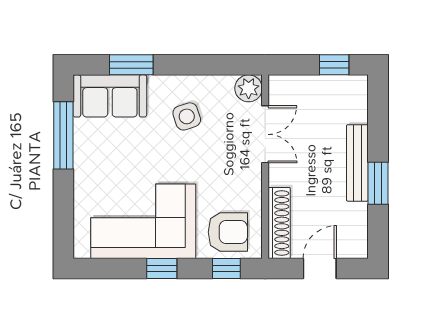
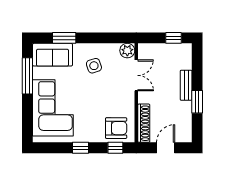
bench: (357, 163) -> (186, 85), width x0.73
corner sofa: (143, 221) -> (53, 108), moved, turned 90

